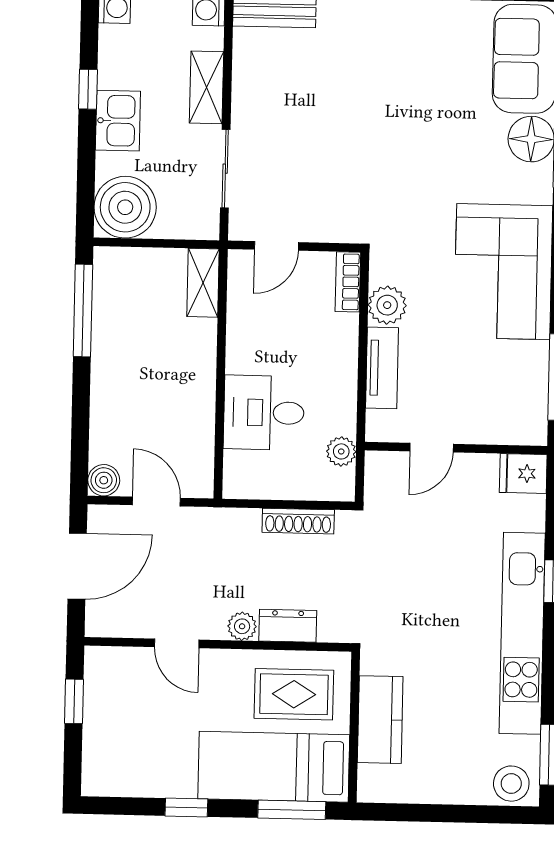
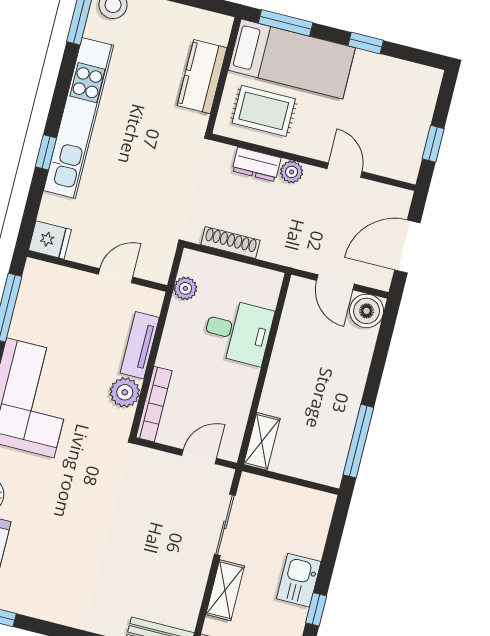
boiler: (125, 207) -> (308, 513), removed
bookcase: (348, 282) -> (154, 404), width x1.56
boiler: (104, 480) -> (367, 311), width x1.36, depth x1.36

